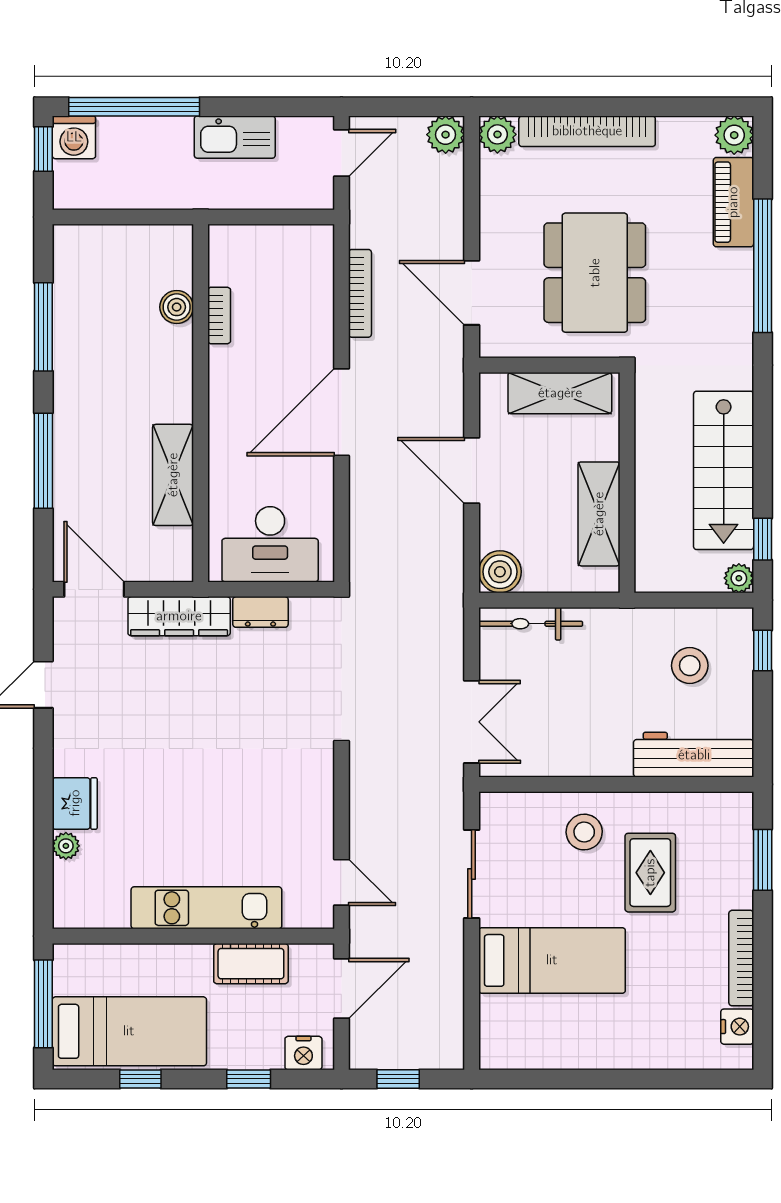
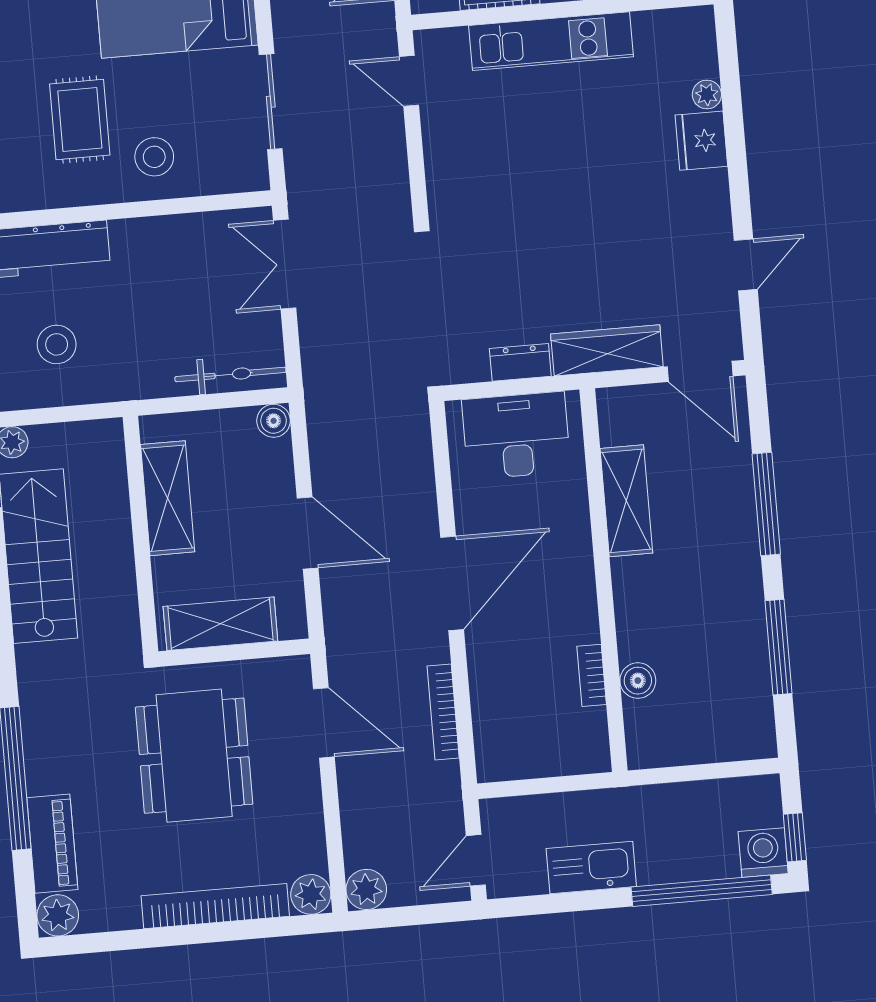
boiler: (500, 572) -> (274, 421), width x0.73, depth x0.73

